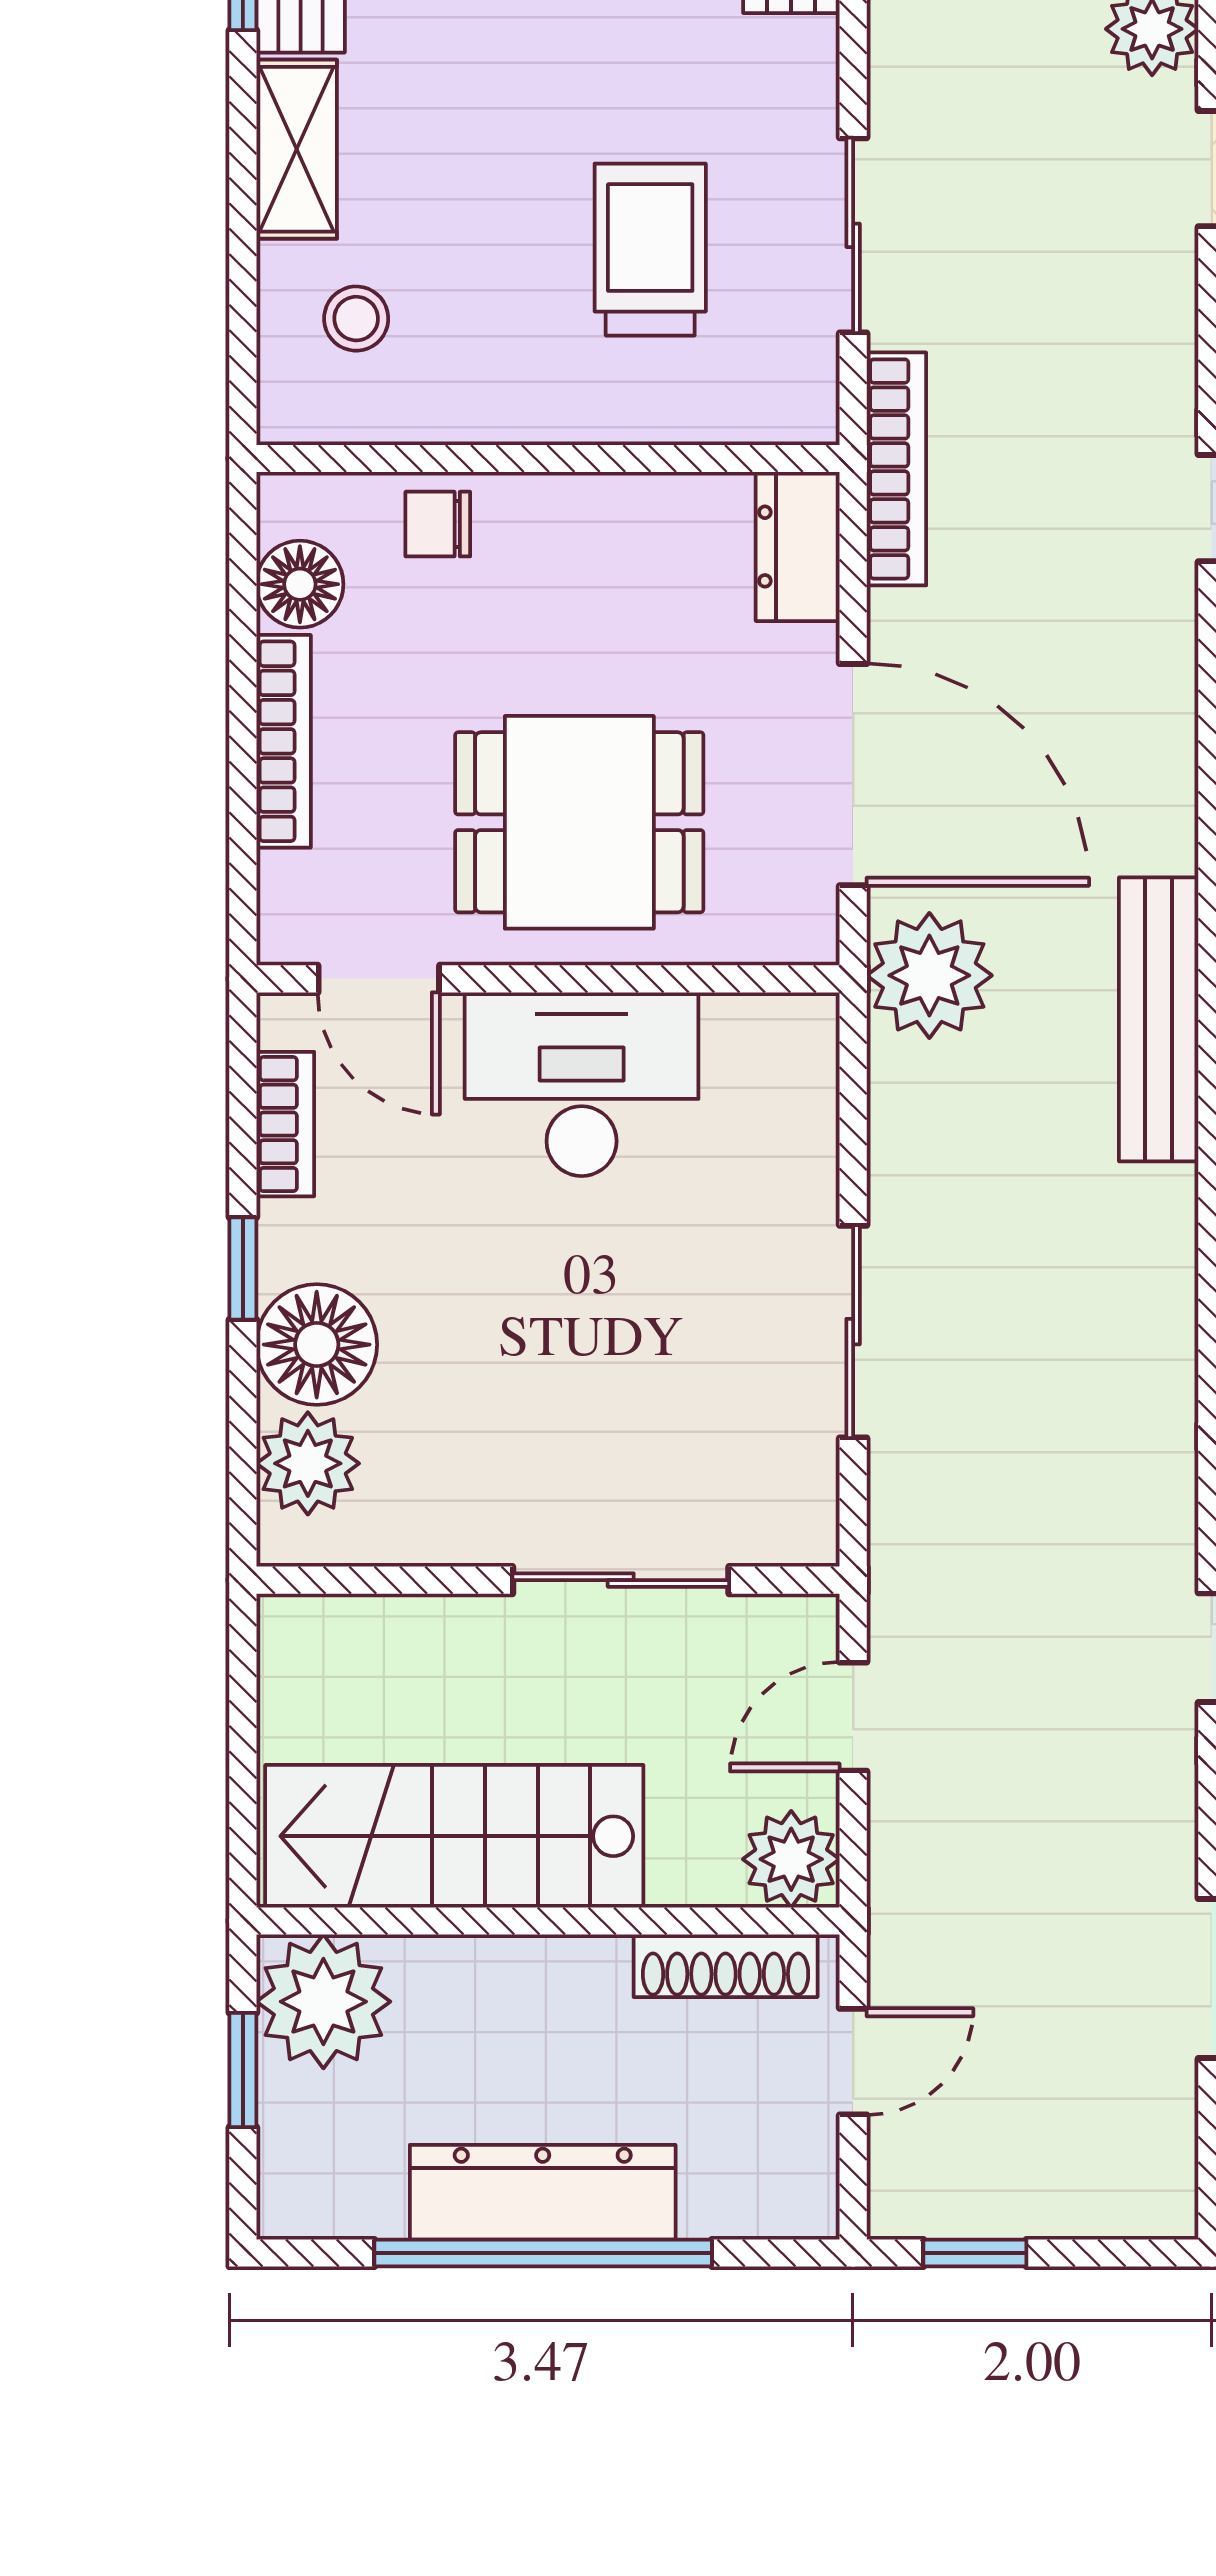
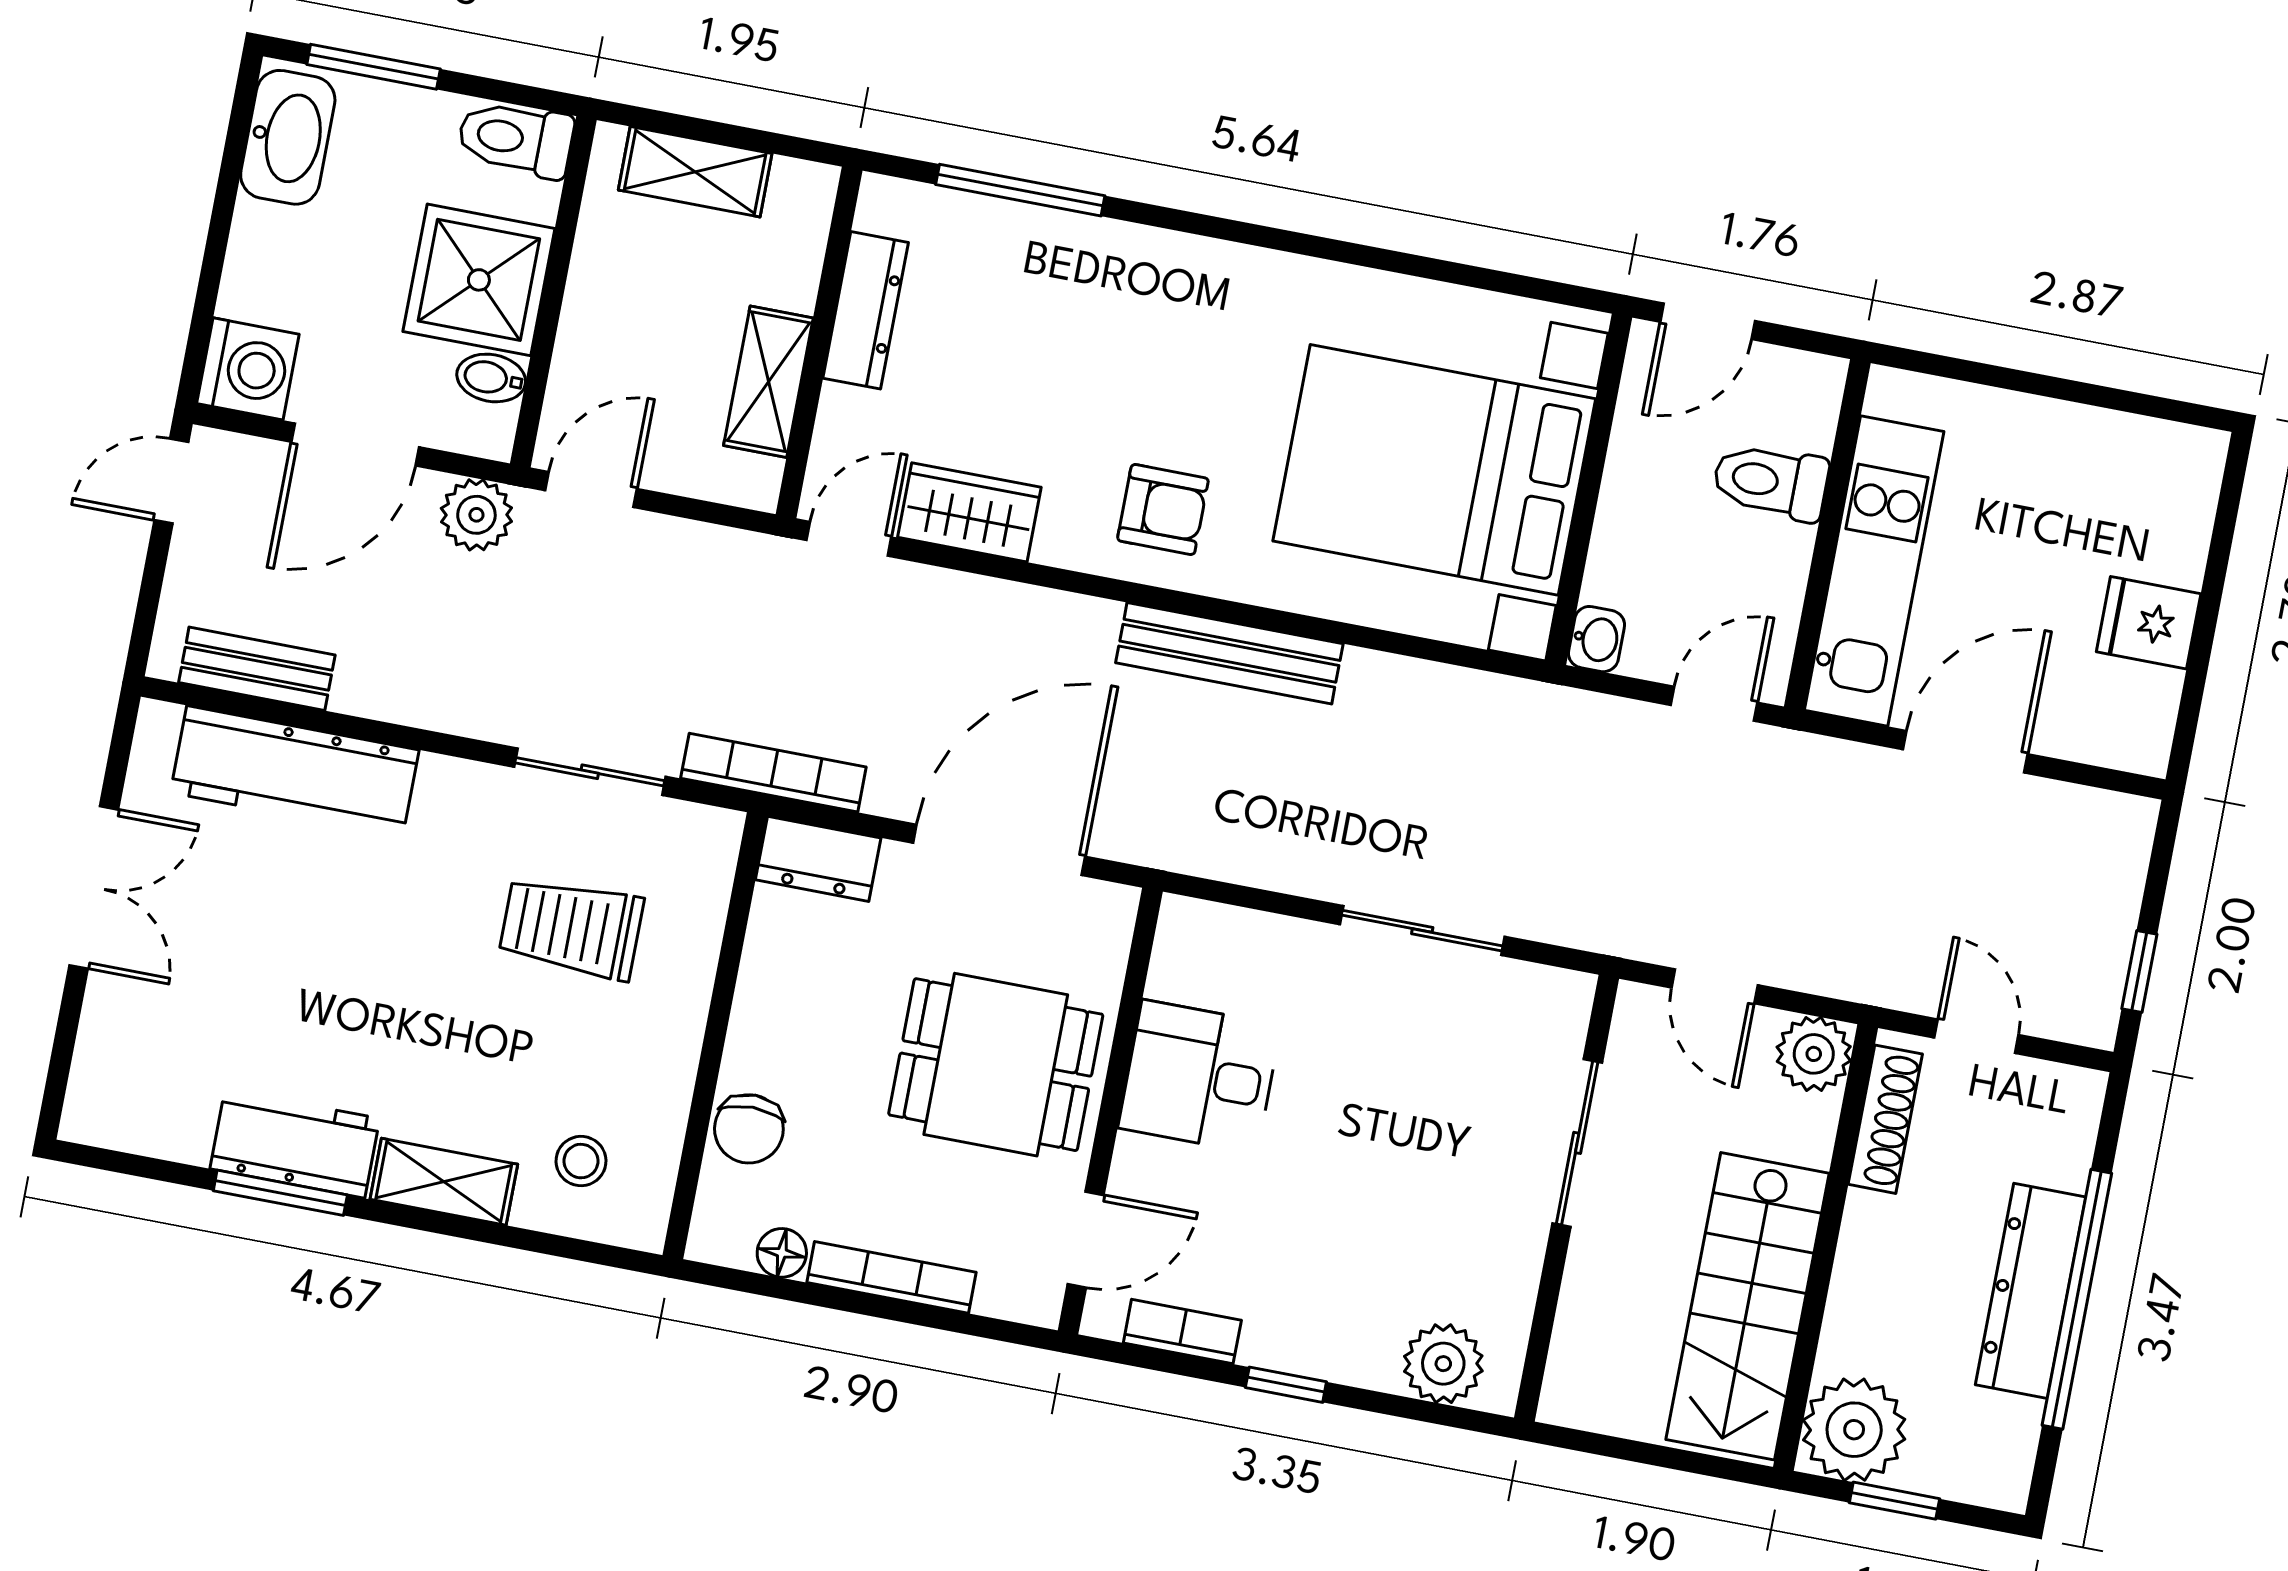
chair: (438, 524) -> (749, 1129), width x1.37, depth x1.37
floor lamp: (300, 584) -> (782, 1253), width x0.73, depth x0.73
dining table: (579, 822) -> (996, 1065), turned 90
plant: (929, 975) -> (1163, 821), removed
desk: (582, 1084) -> (1200, 1077), width x0.73
floor lamp: (317, 1345) -> (1354, 1340), removed

